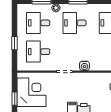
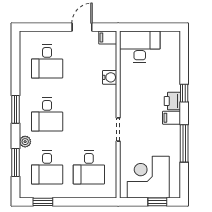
window: (15, 43) -> (43, 202), moved
water cooler: (84, 66) -> (110, 77), moved

